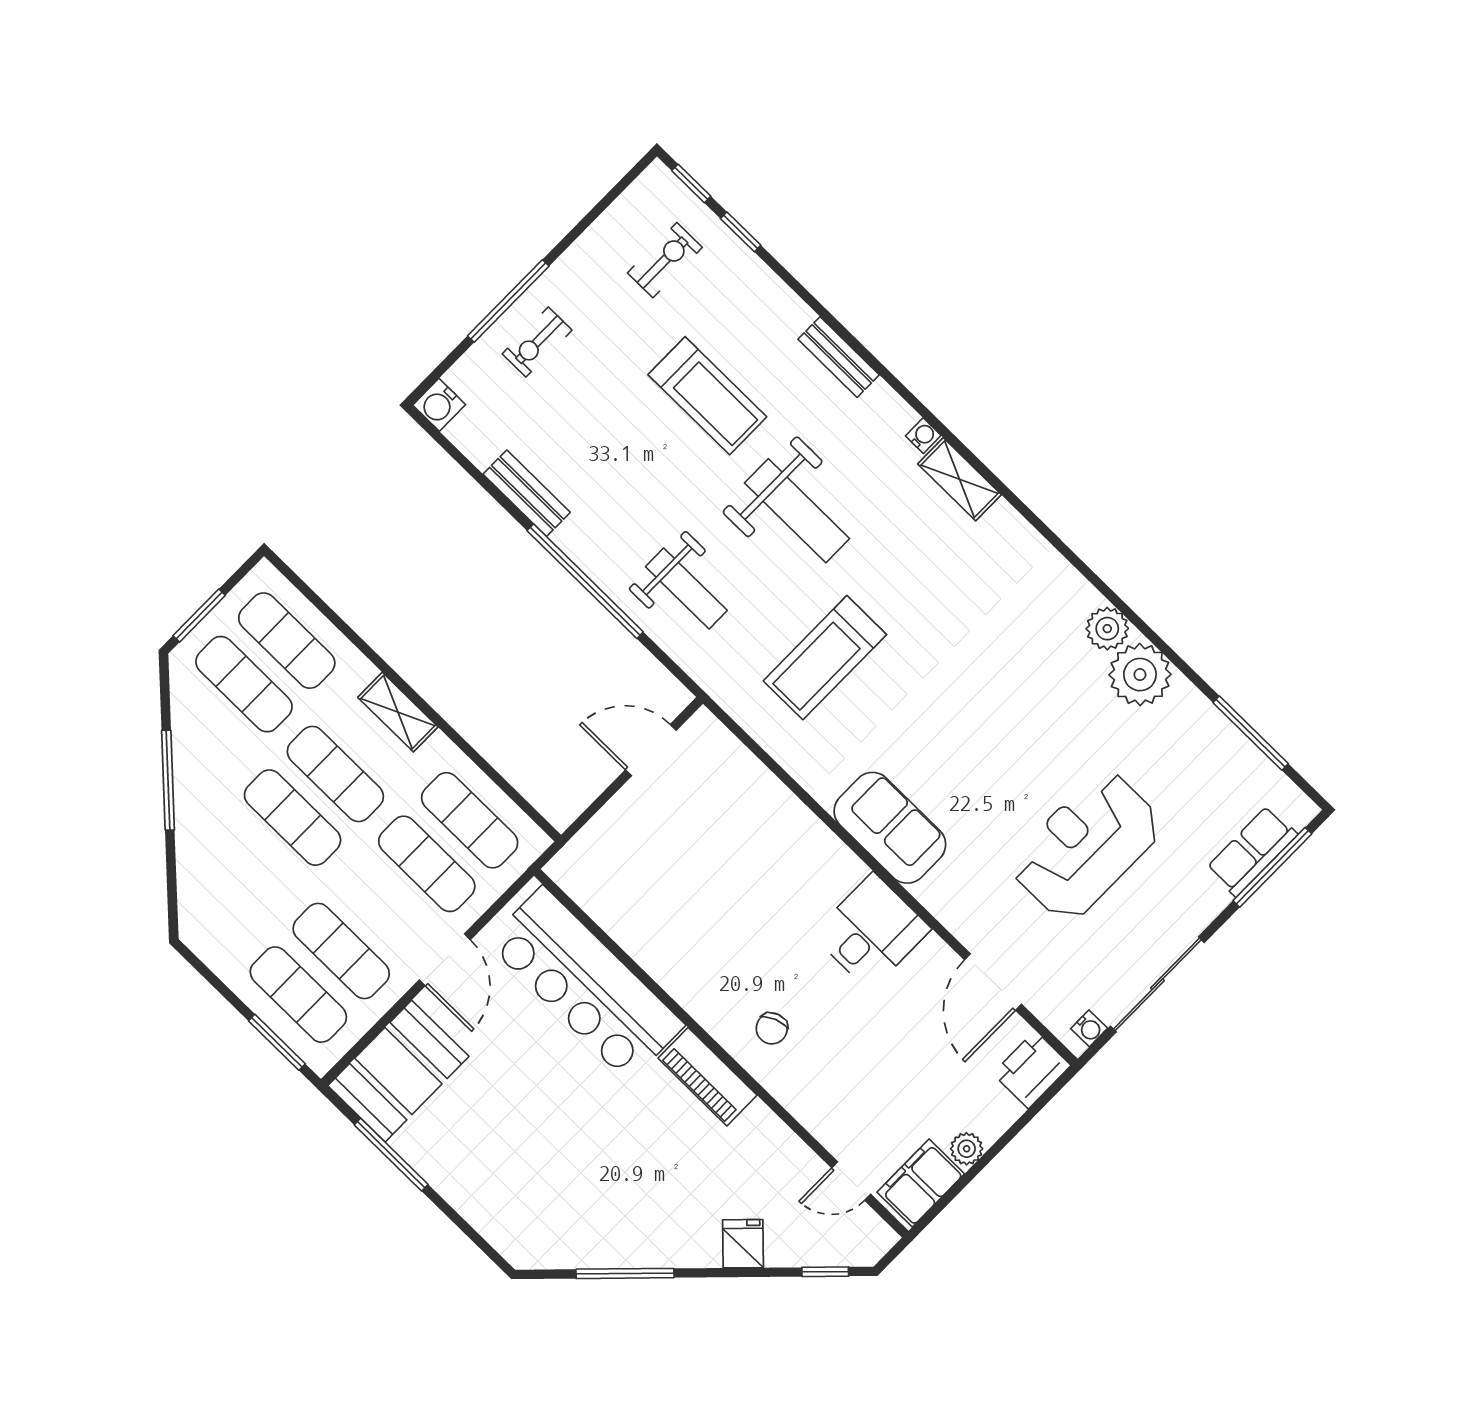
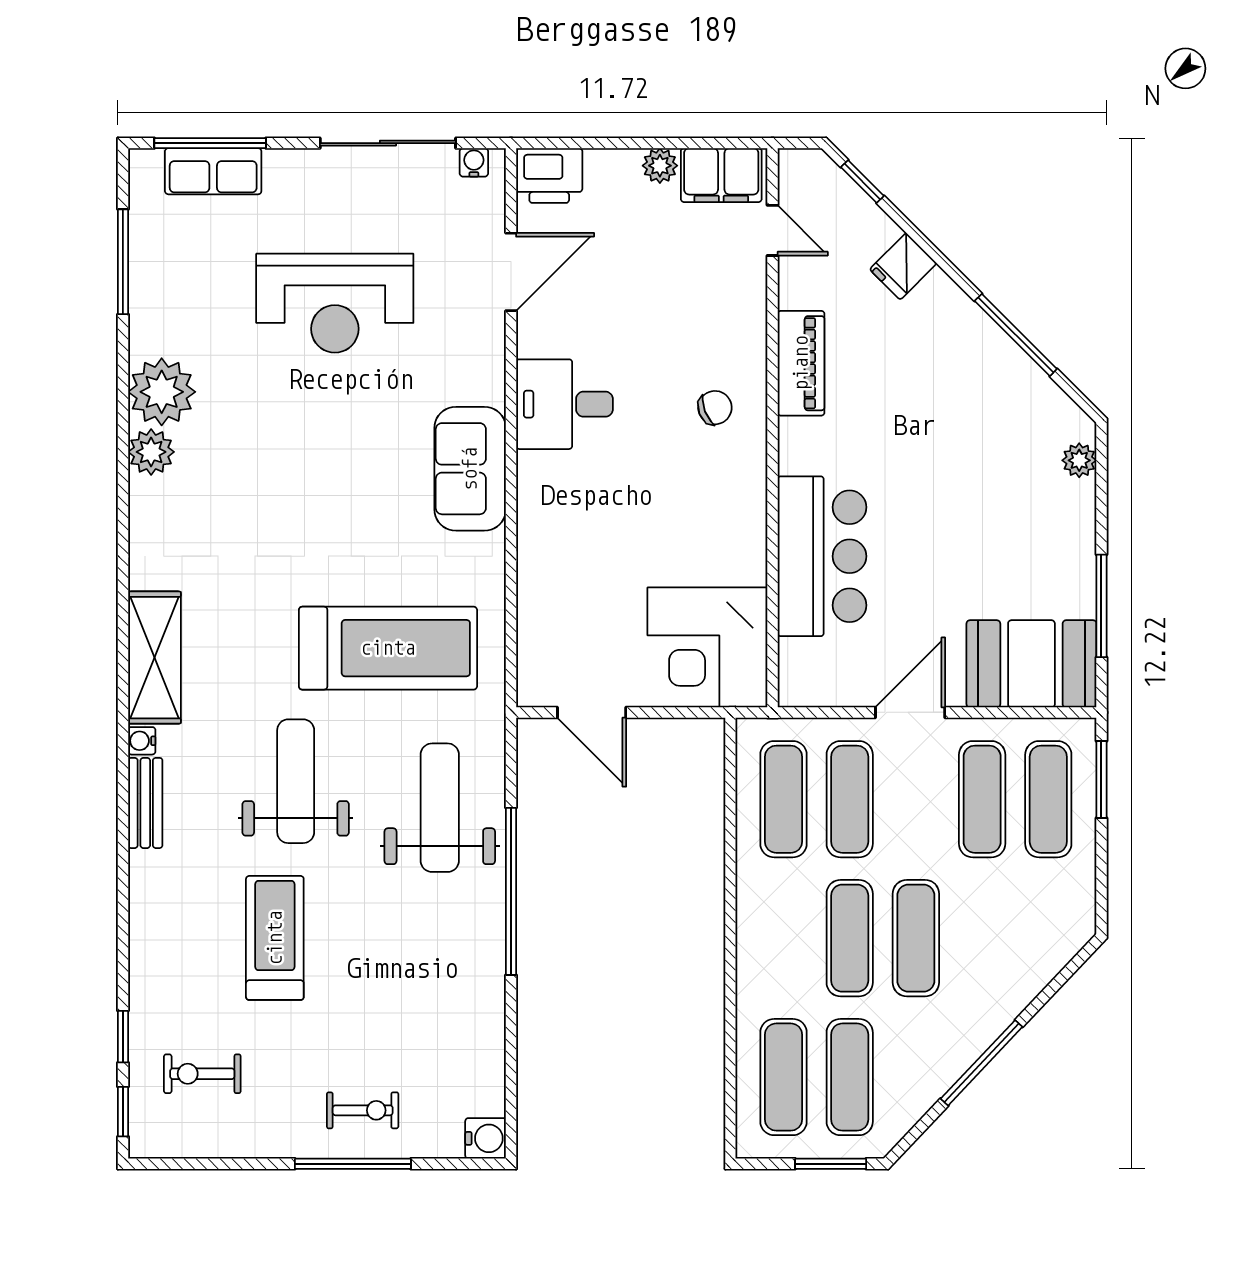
bench: (839, 357) -> (145, 803), moved
shelving: (960, 479) -> (154, 658), width x1.50, depth x1.33
bench: (527, 493) -> (487, 1004), removed
weight bench: (686, 589) -> (440, 808), width x1.36, depth x1.33
treadmill: (825, 658) -> (388, 648), width x1.37, depth x1.38
shelving: (398, 712) -> (754, 937), removed
corner desk: (619, 868) -> (707, 647), added
bar counter: (586, 984) -> (822, 556), width x0.73
piano: (708, 1077) -> (801, 363), moved
plant: (501, 1234) -> (1079, 460), added

